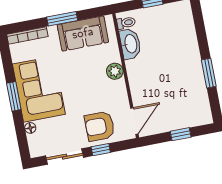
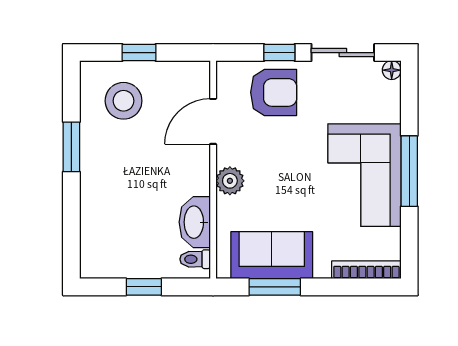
window: (62, 19) -> (275, 287), moved
window: (14, 96) -> (409, 171), width x1.44
stool: (184, 105) -> (124, 101), added
door: (134, 121) -> (213, 121), moved
floor lamp: (30, 128) -> (392, 70), moved

